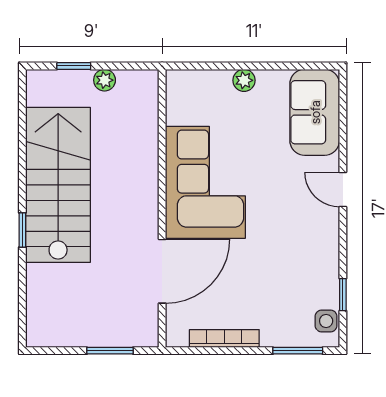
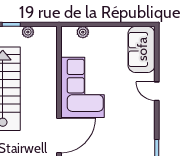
plant: (244, 80) -> (83, 32), moved

